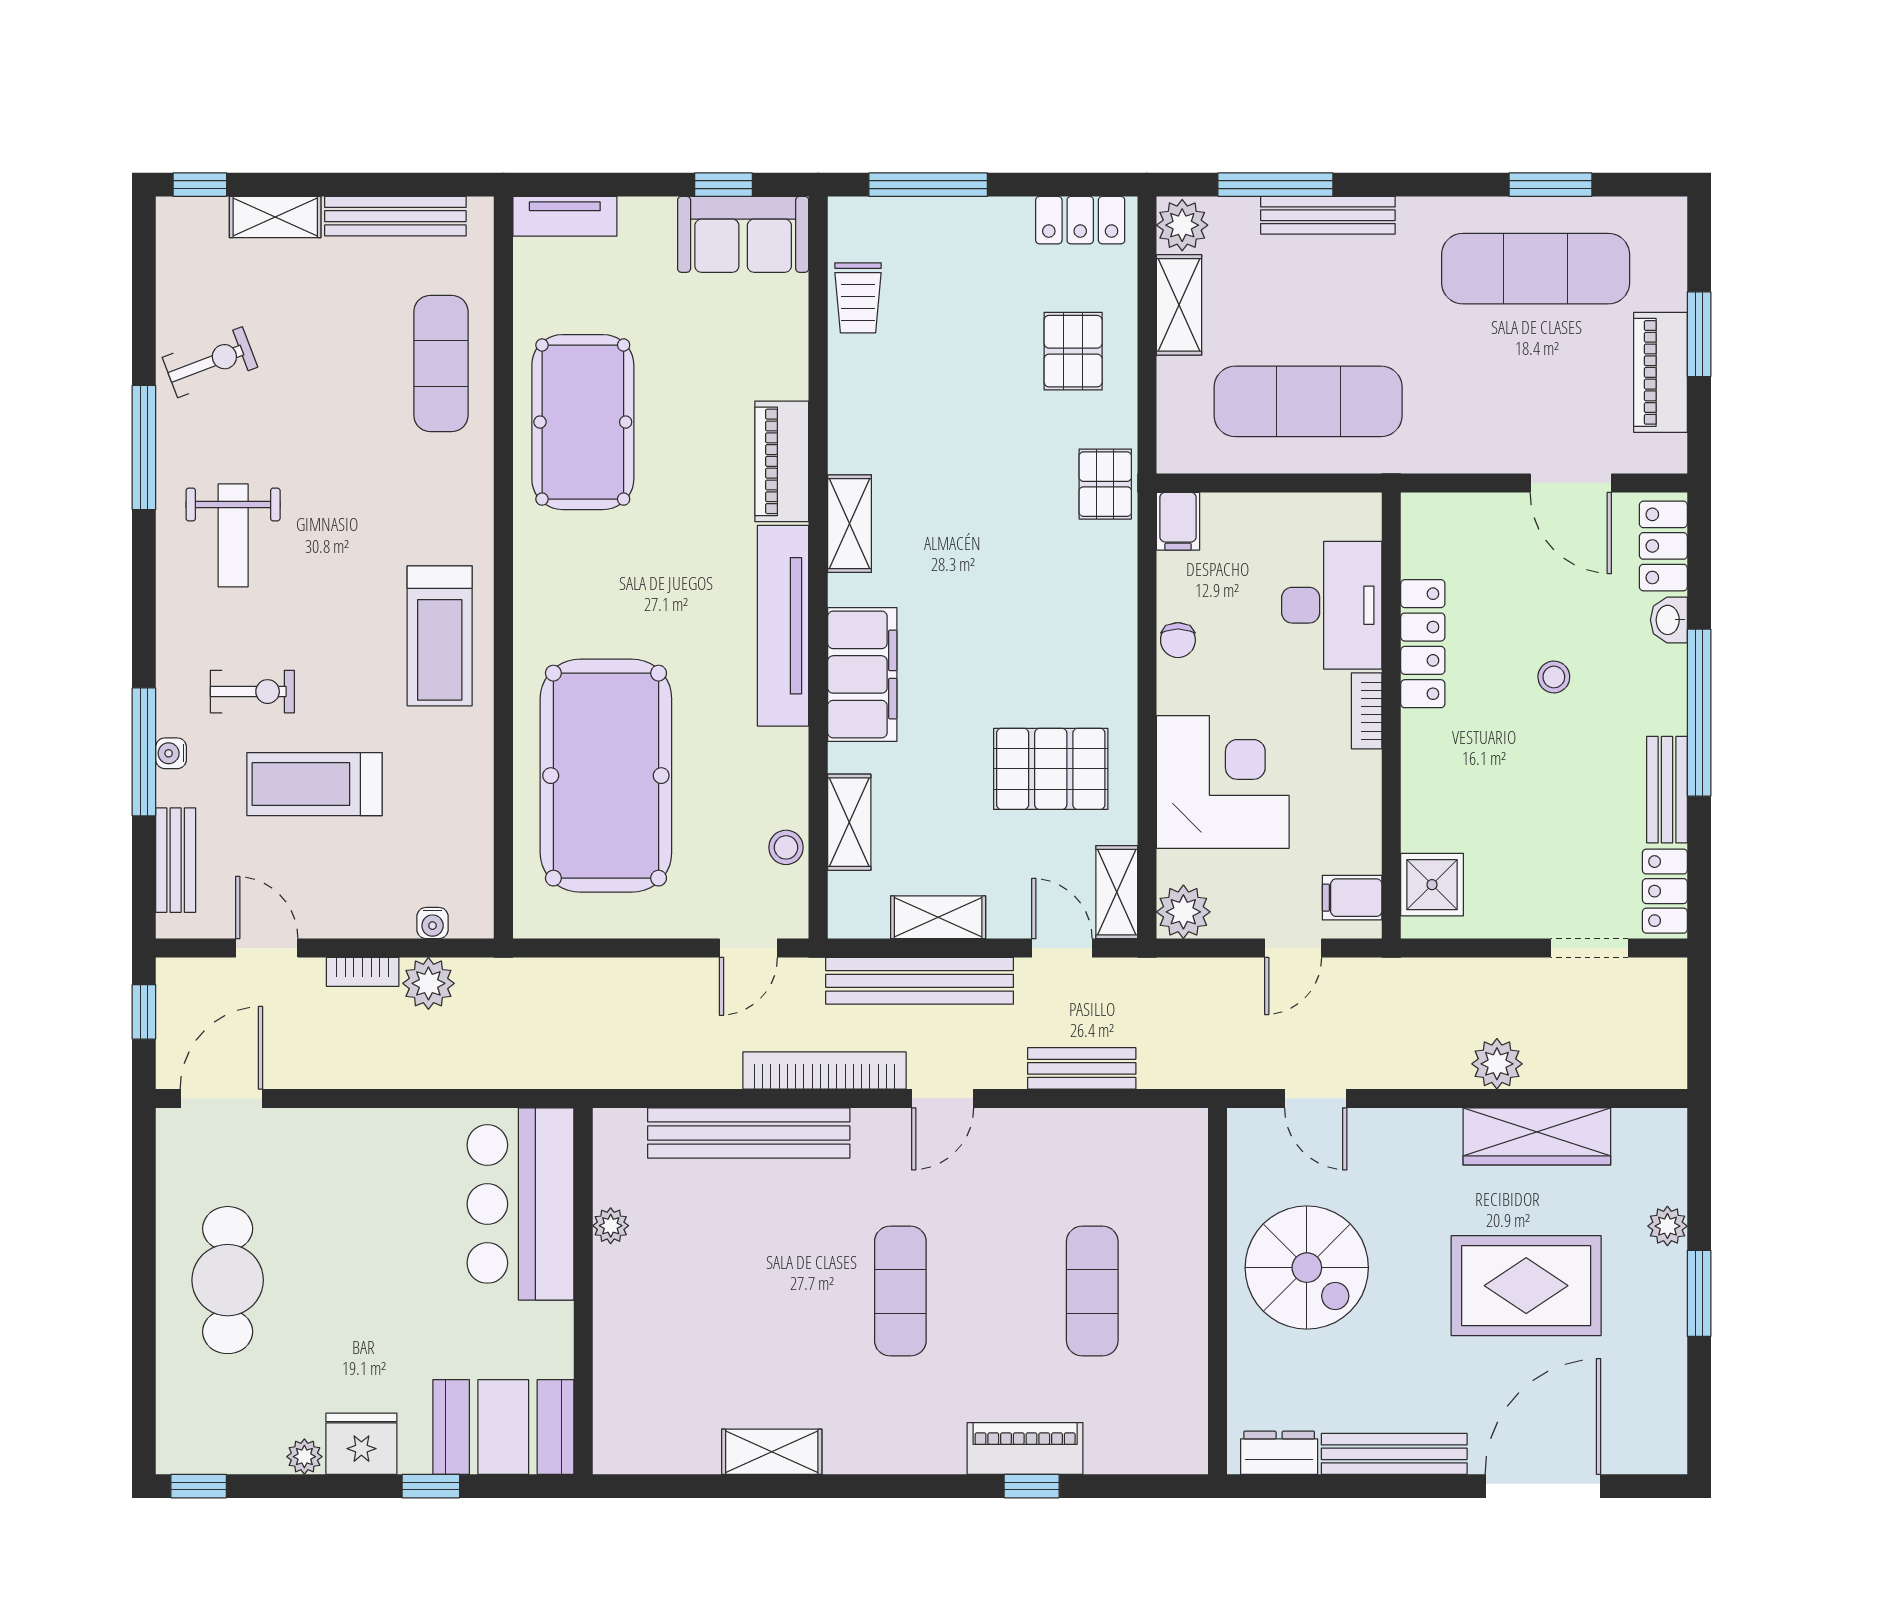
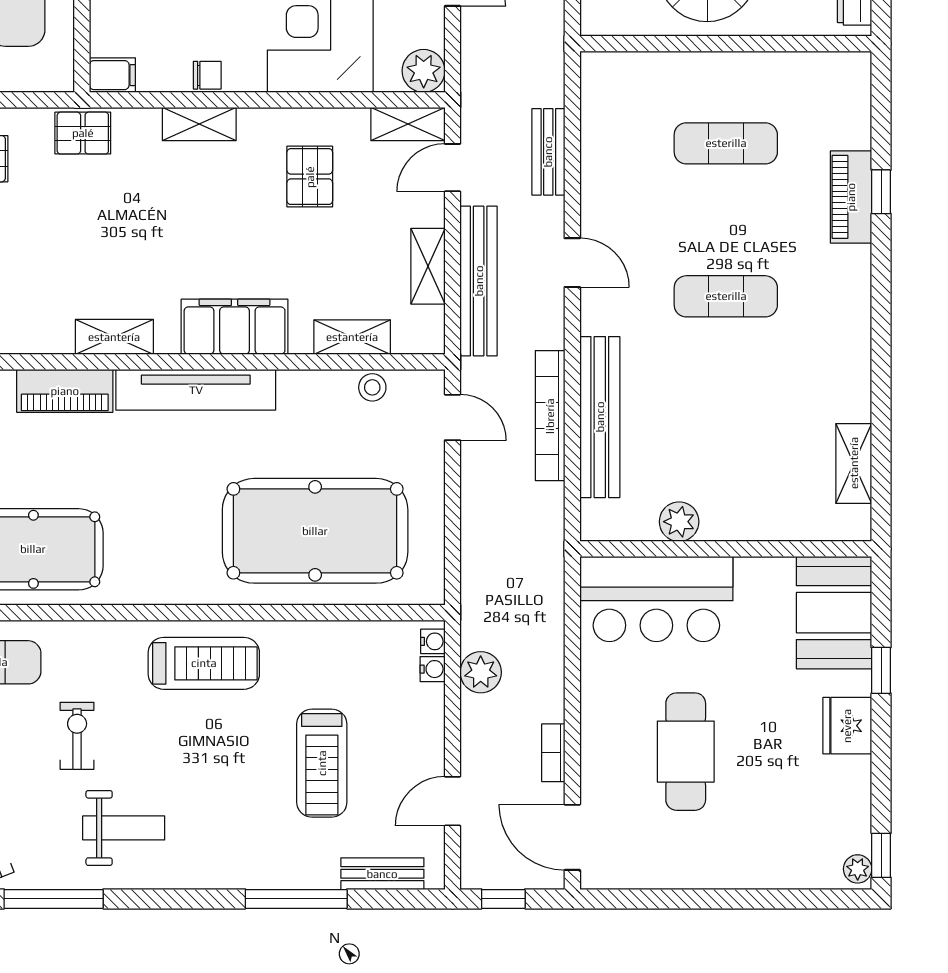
shelving: (1117, 630) -> (199, 124), added
exercise bike: (252, 692) -> (77, 736), moved
water cooler: (171, 753) -> (433, 641), moved, turned -90
pallet: (1051, 769) -> (310, 177), width x0.67, depth x0.71
bookcase: (363, 972) -> (553, 753), moved, turned 180
bookcase: (824, 1071) -> (550, 416), moved
plant: (611, 1226) -> (679, 522), width x1.38, depth x1.38
cafe table: (228, 1280) -> (686, 752), moved, turned 90
shelving: (772, 1452) -> (854, 463), moved
plant: (304, 1457) -> (858, 869), moved

